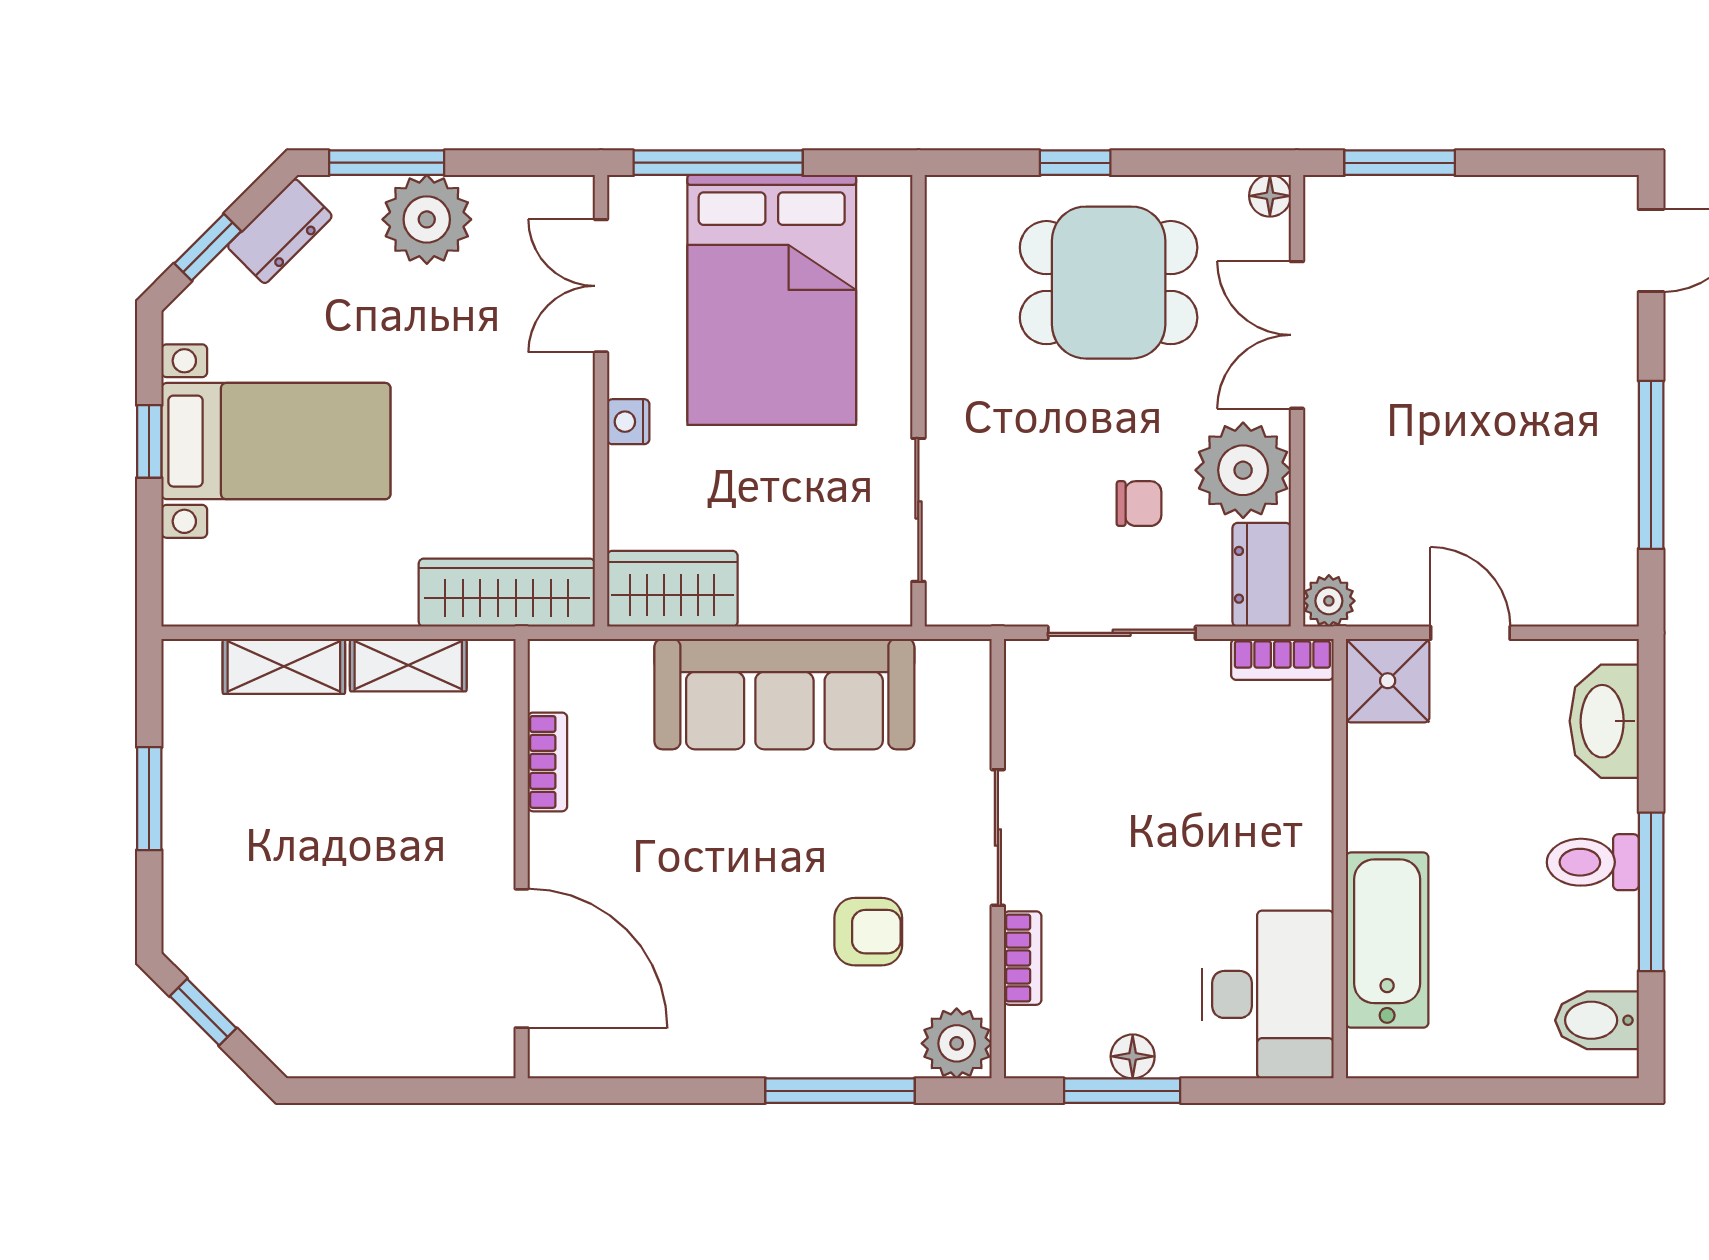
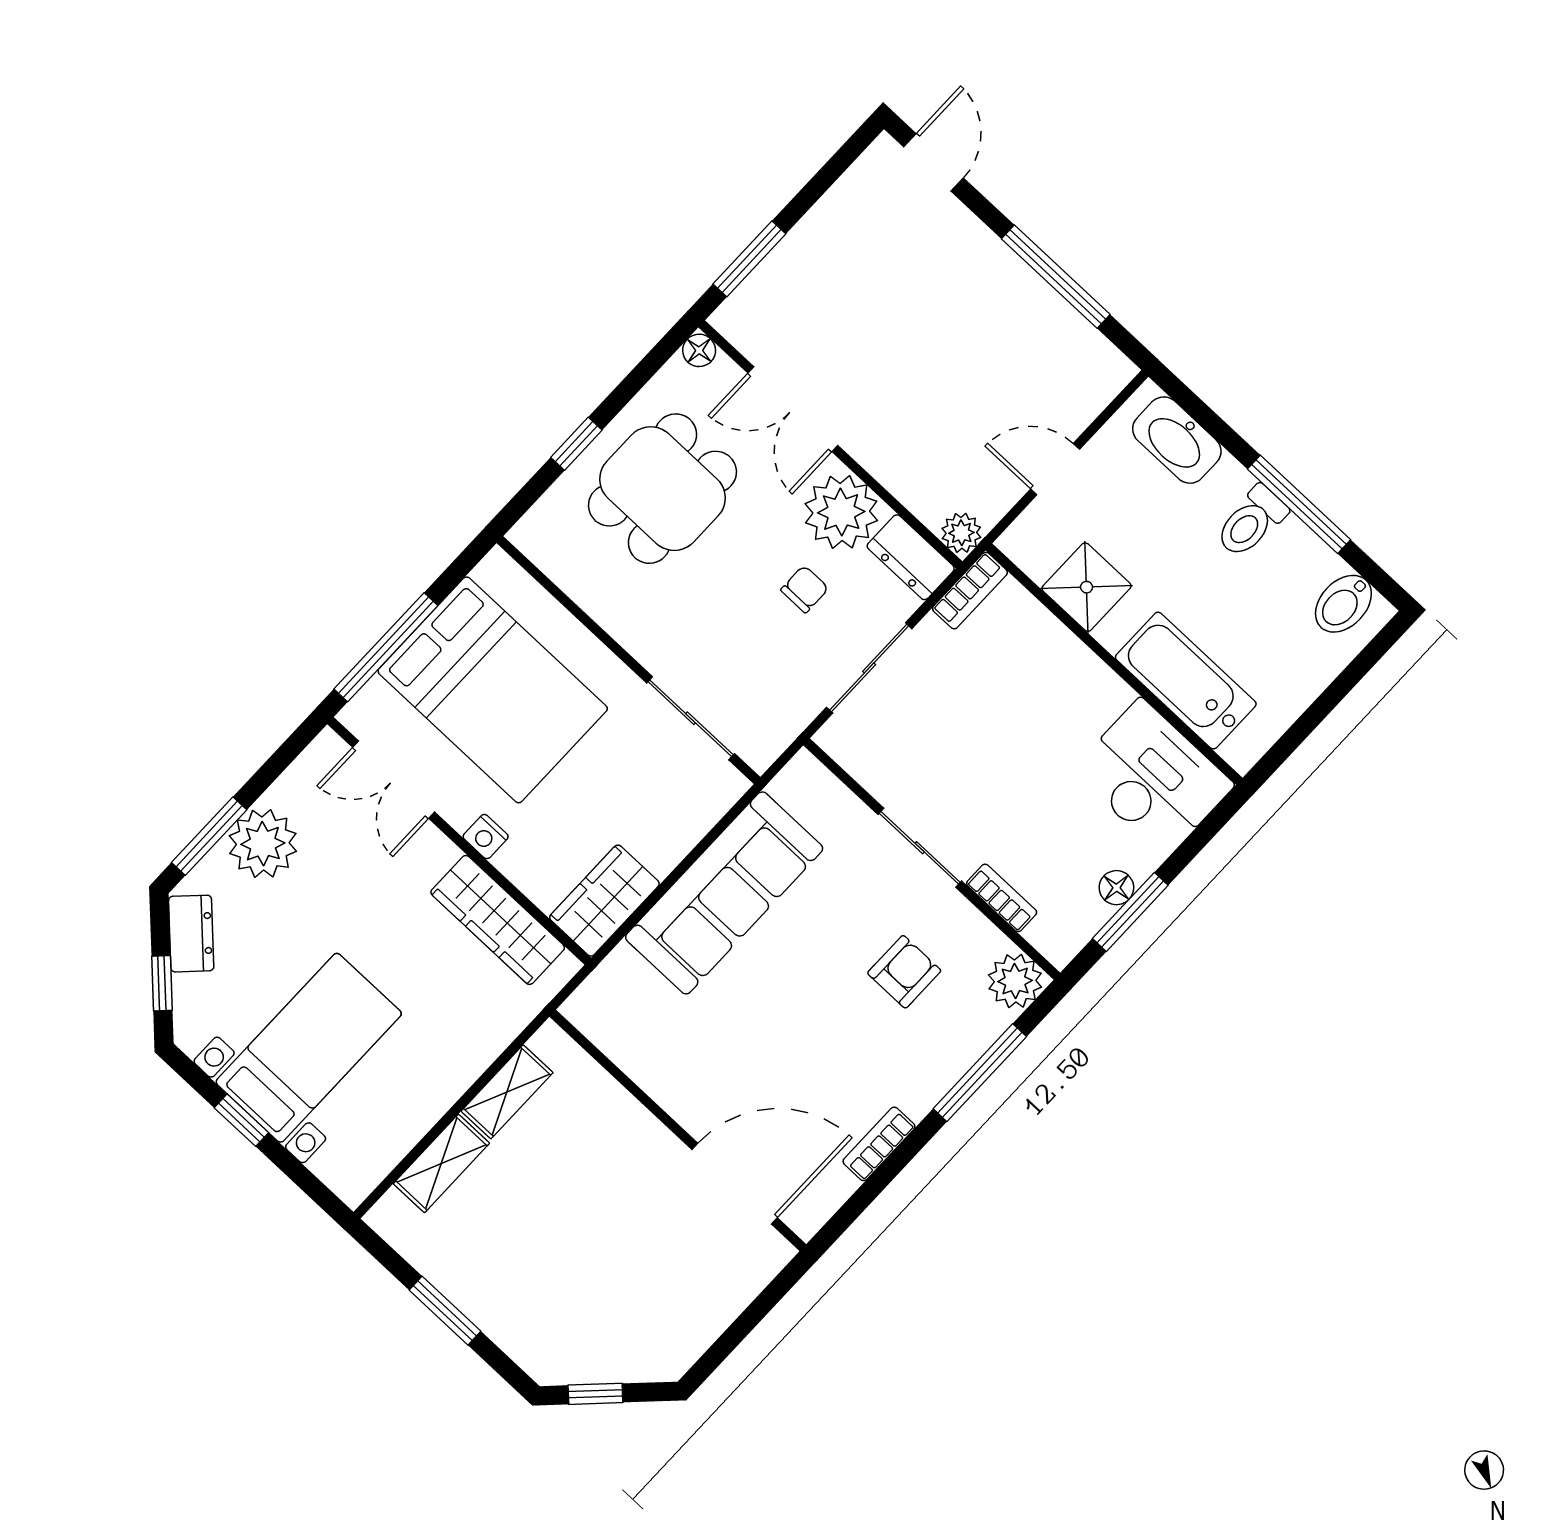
wardrobe: (507, 593) -> (498, 920), moved, turned -90
shower: (1388, 681) -> (1087, 587), moved
bookcase: (547, 762) -> (879, 1144), moved, turned -90

